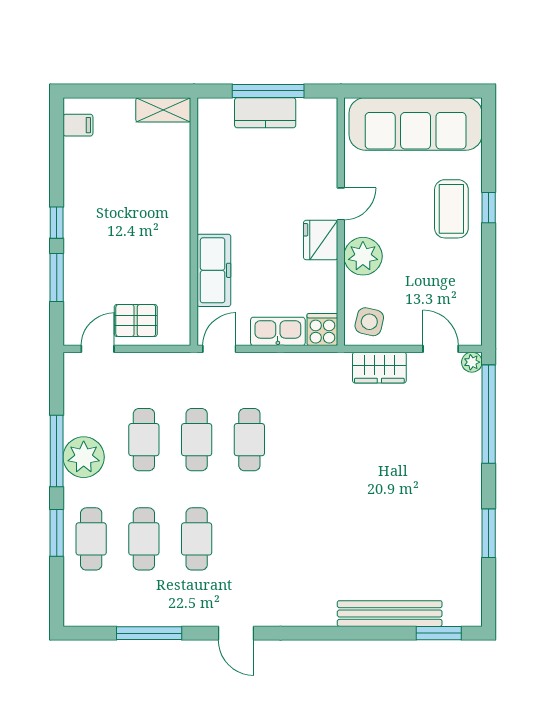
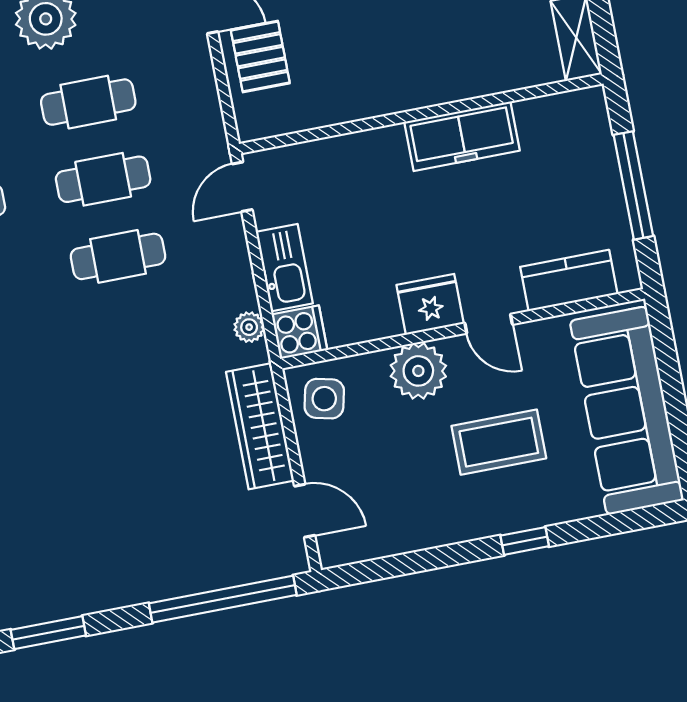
kitchen counter: (265, 113) -> (569, 280), moved, turned 90
coffee table: (451, 209) -> (499, 442), moved
freezer: (214, 270) -> (462, 136), moved
door: (219, 349) -> (242, 187), swing flipped
door: (441, 349) -> (305, 511), hinge flipped
plant: (472, 362) -> (249, 327), moved
wardrobe: (379, 368) -> (260, 426), width x1.50

